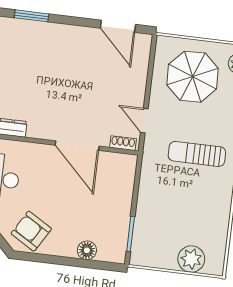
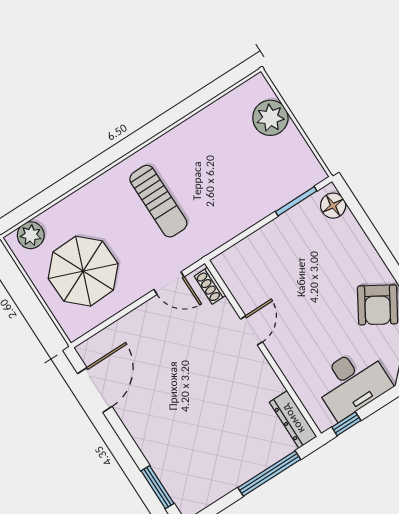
door: (144, 121) -> (169, 283), hinge flipped
door: (77, 146) -> (251, 330), width x0.53
floor lamp: (87, 250) -> (333, 206), moved

